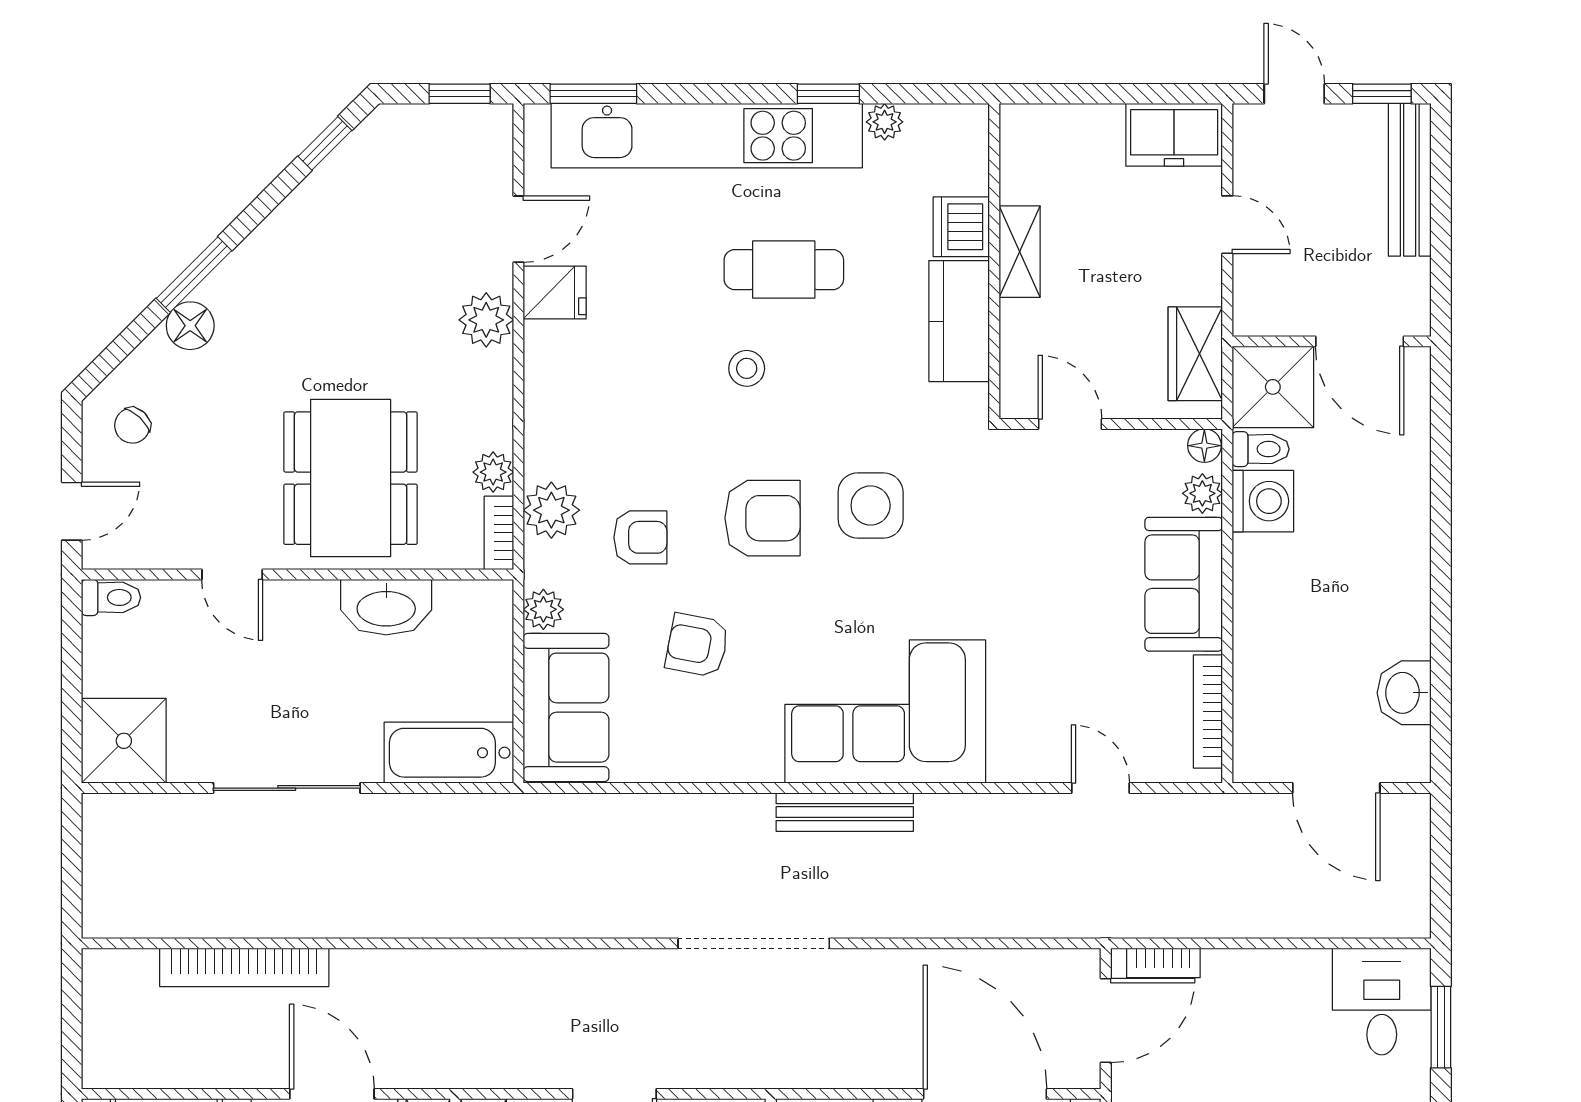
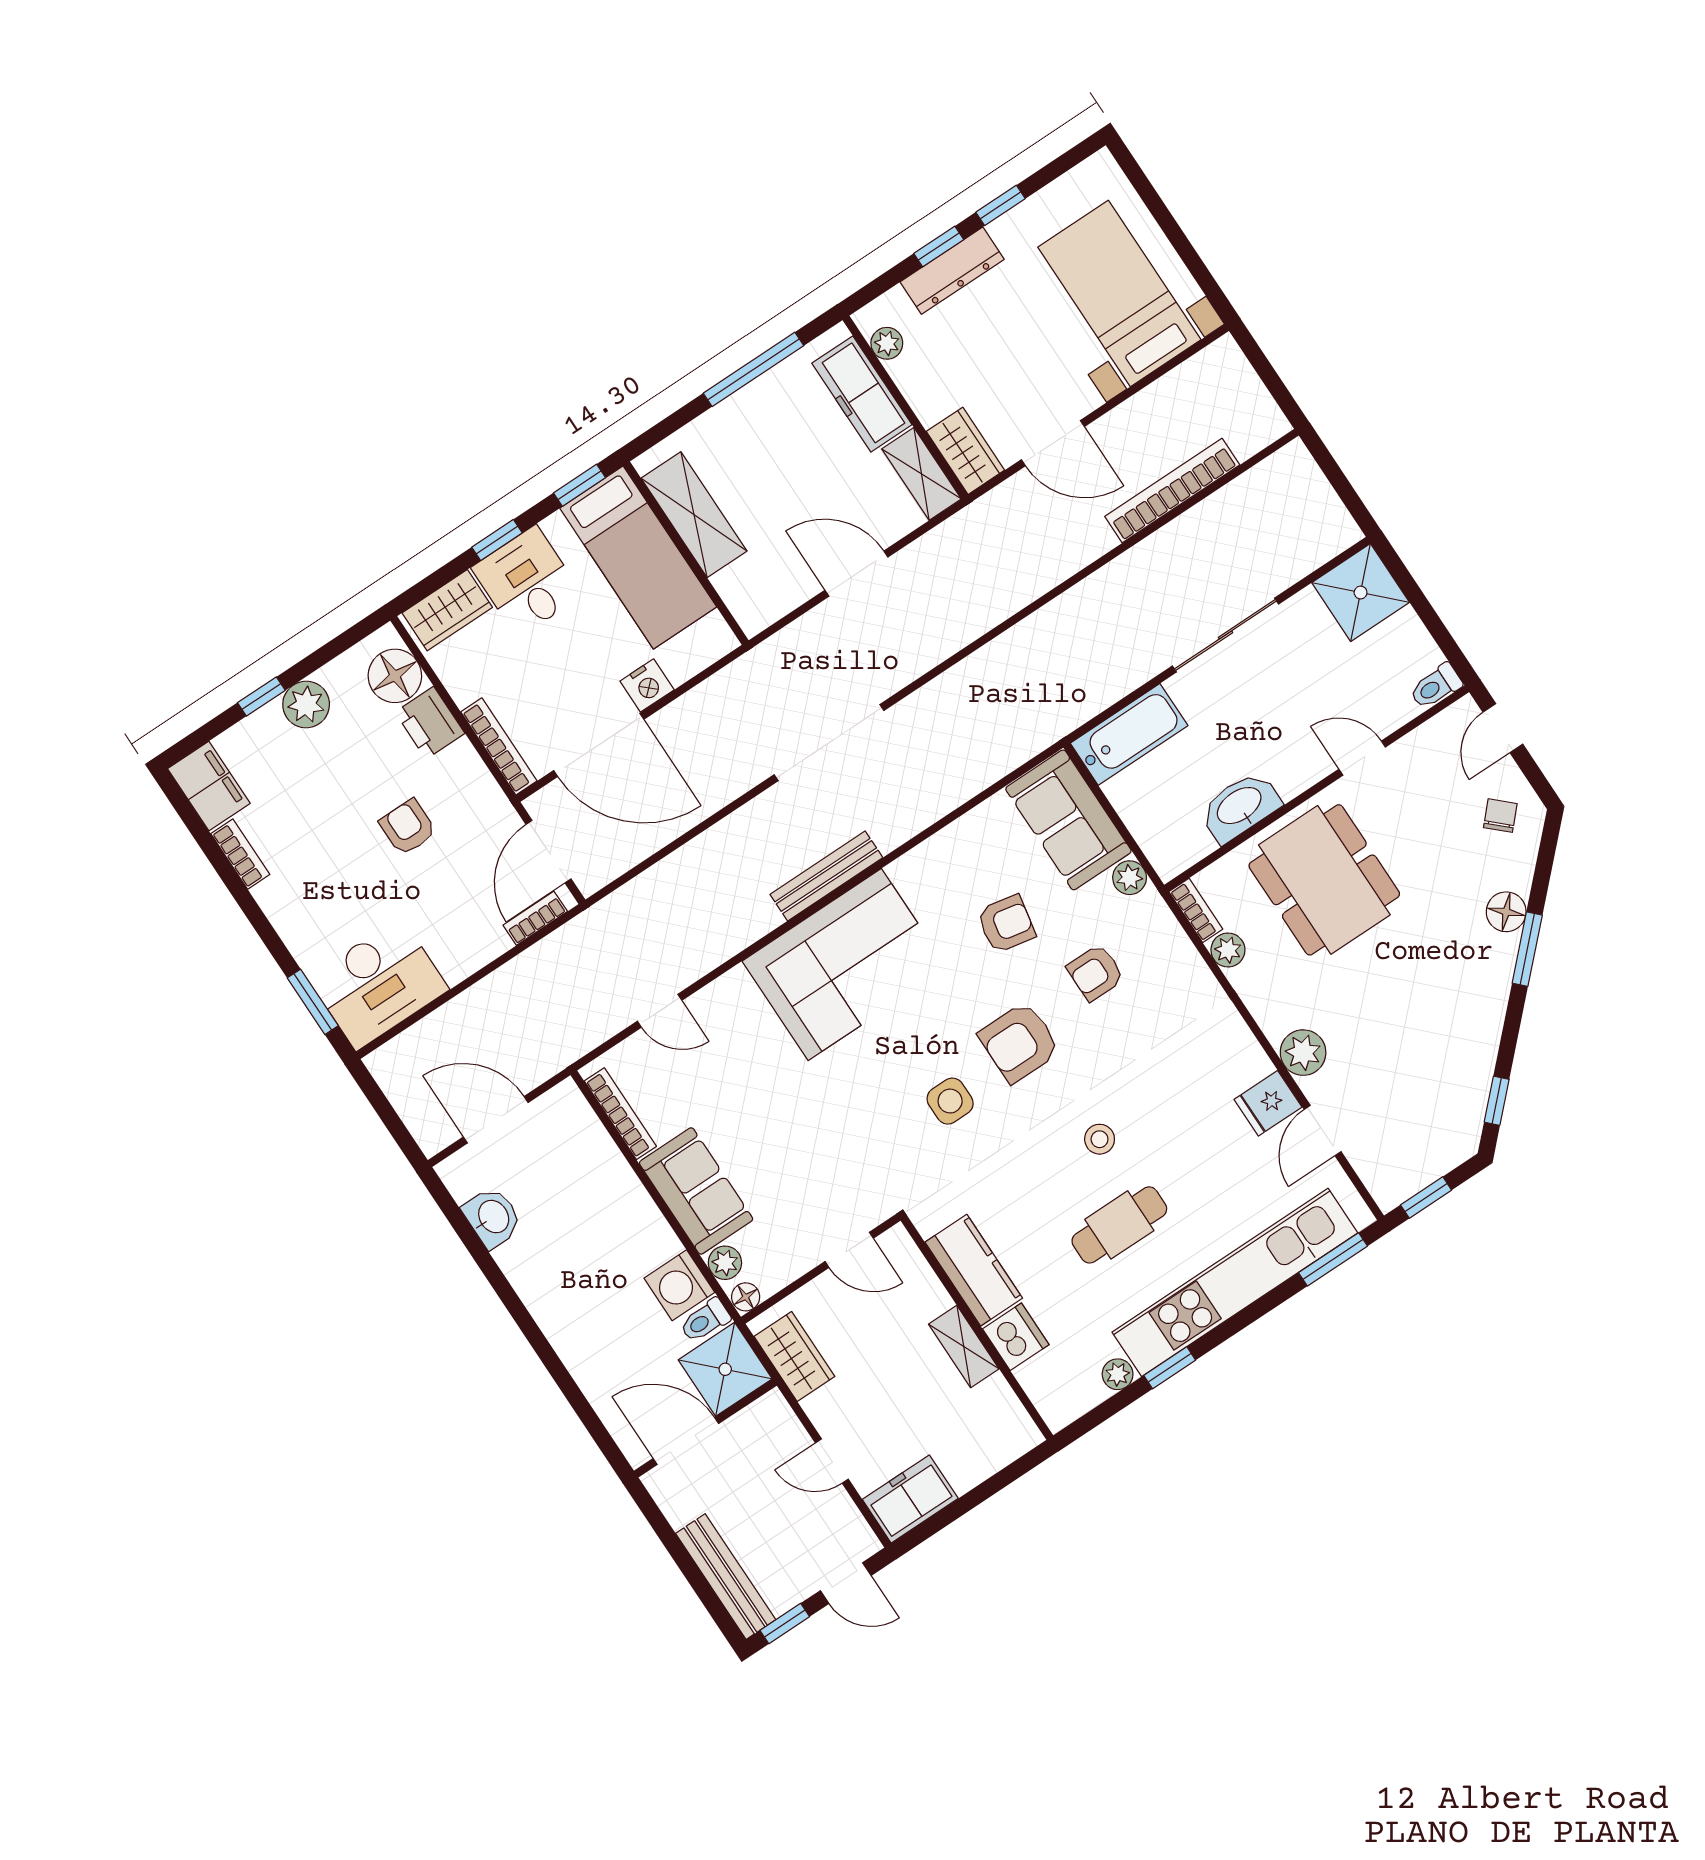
side table: (871, 505) -> (950, 1101), width x0.73, depth x0.73
plant: (551, 510) -> (1170, 950), removed
desk: (1382, 1002) -> (378, 984), width x1.37

